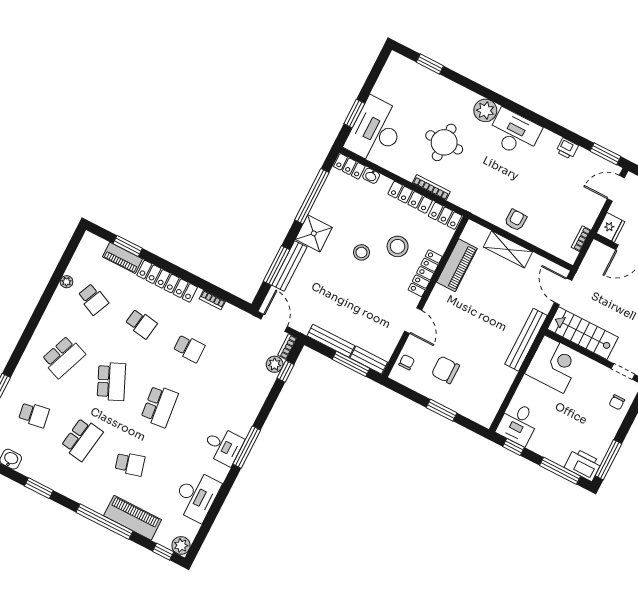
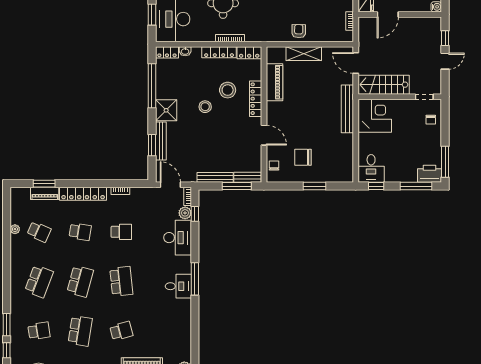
window: (277, 265) -> (152, 145), width x0.69
school desk: (111, 381) -> (80, 281), turned 39
desk: (196, 496) -> (178, 238), moved

